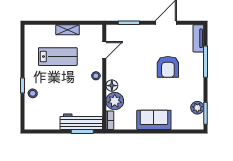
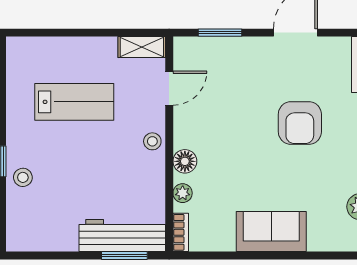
shelving: (68, 30) -> (142, 47), moved
plant: (115, 101) -> (183, 193), width x0.53, depth x0.53

